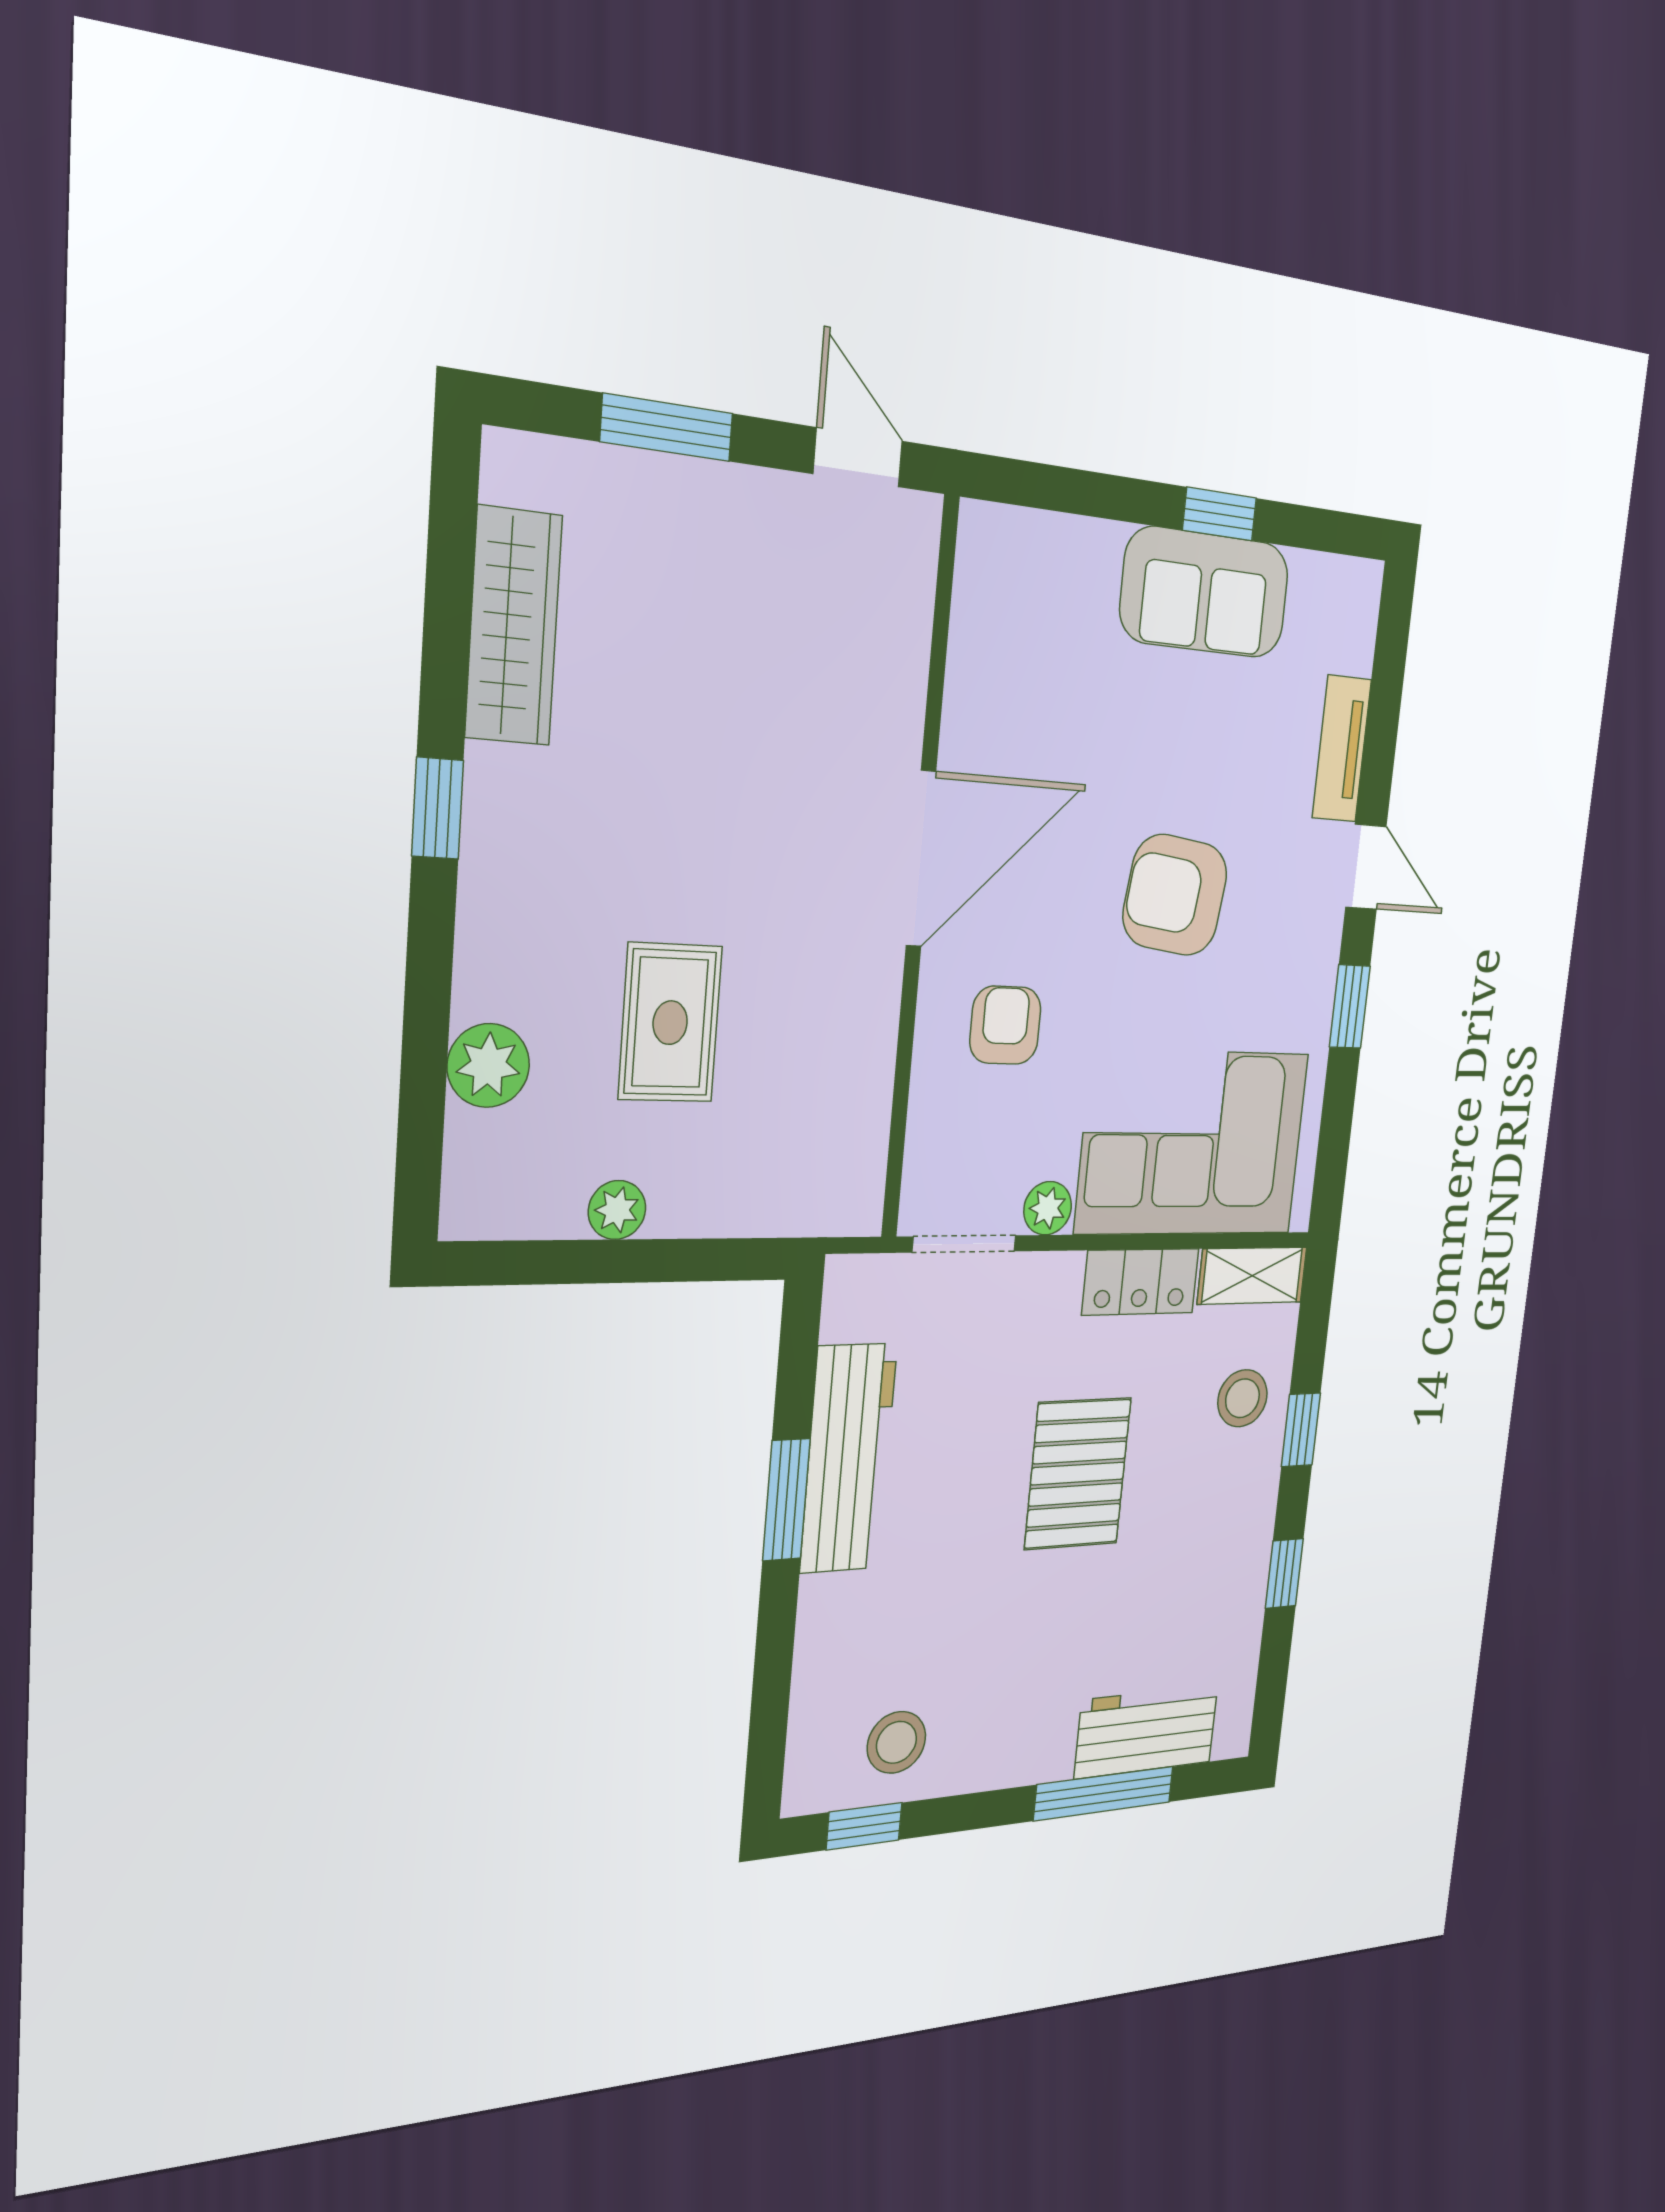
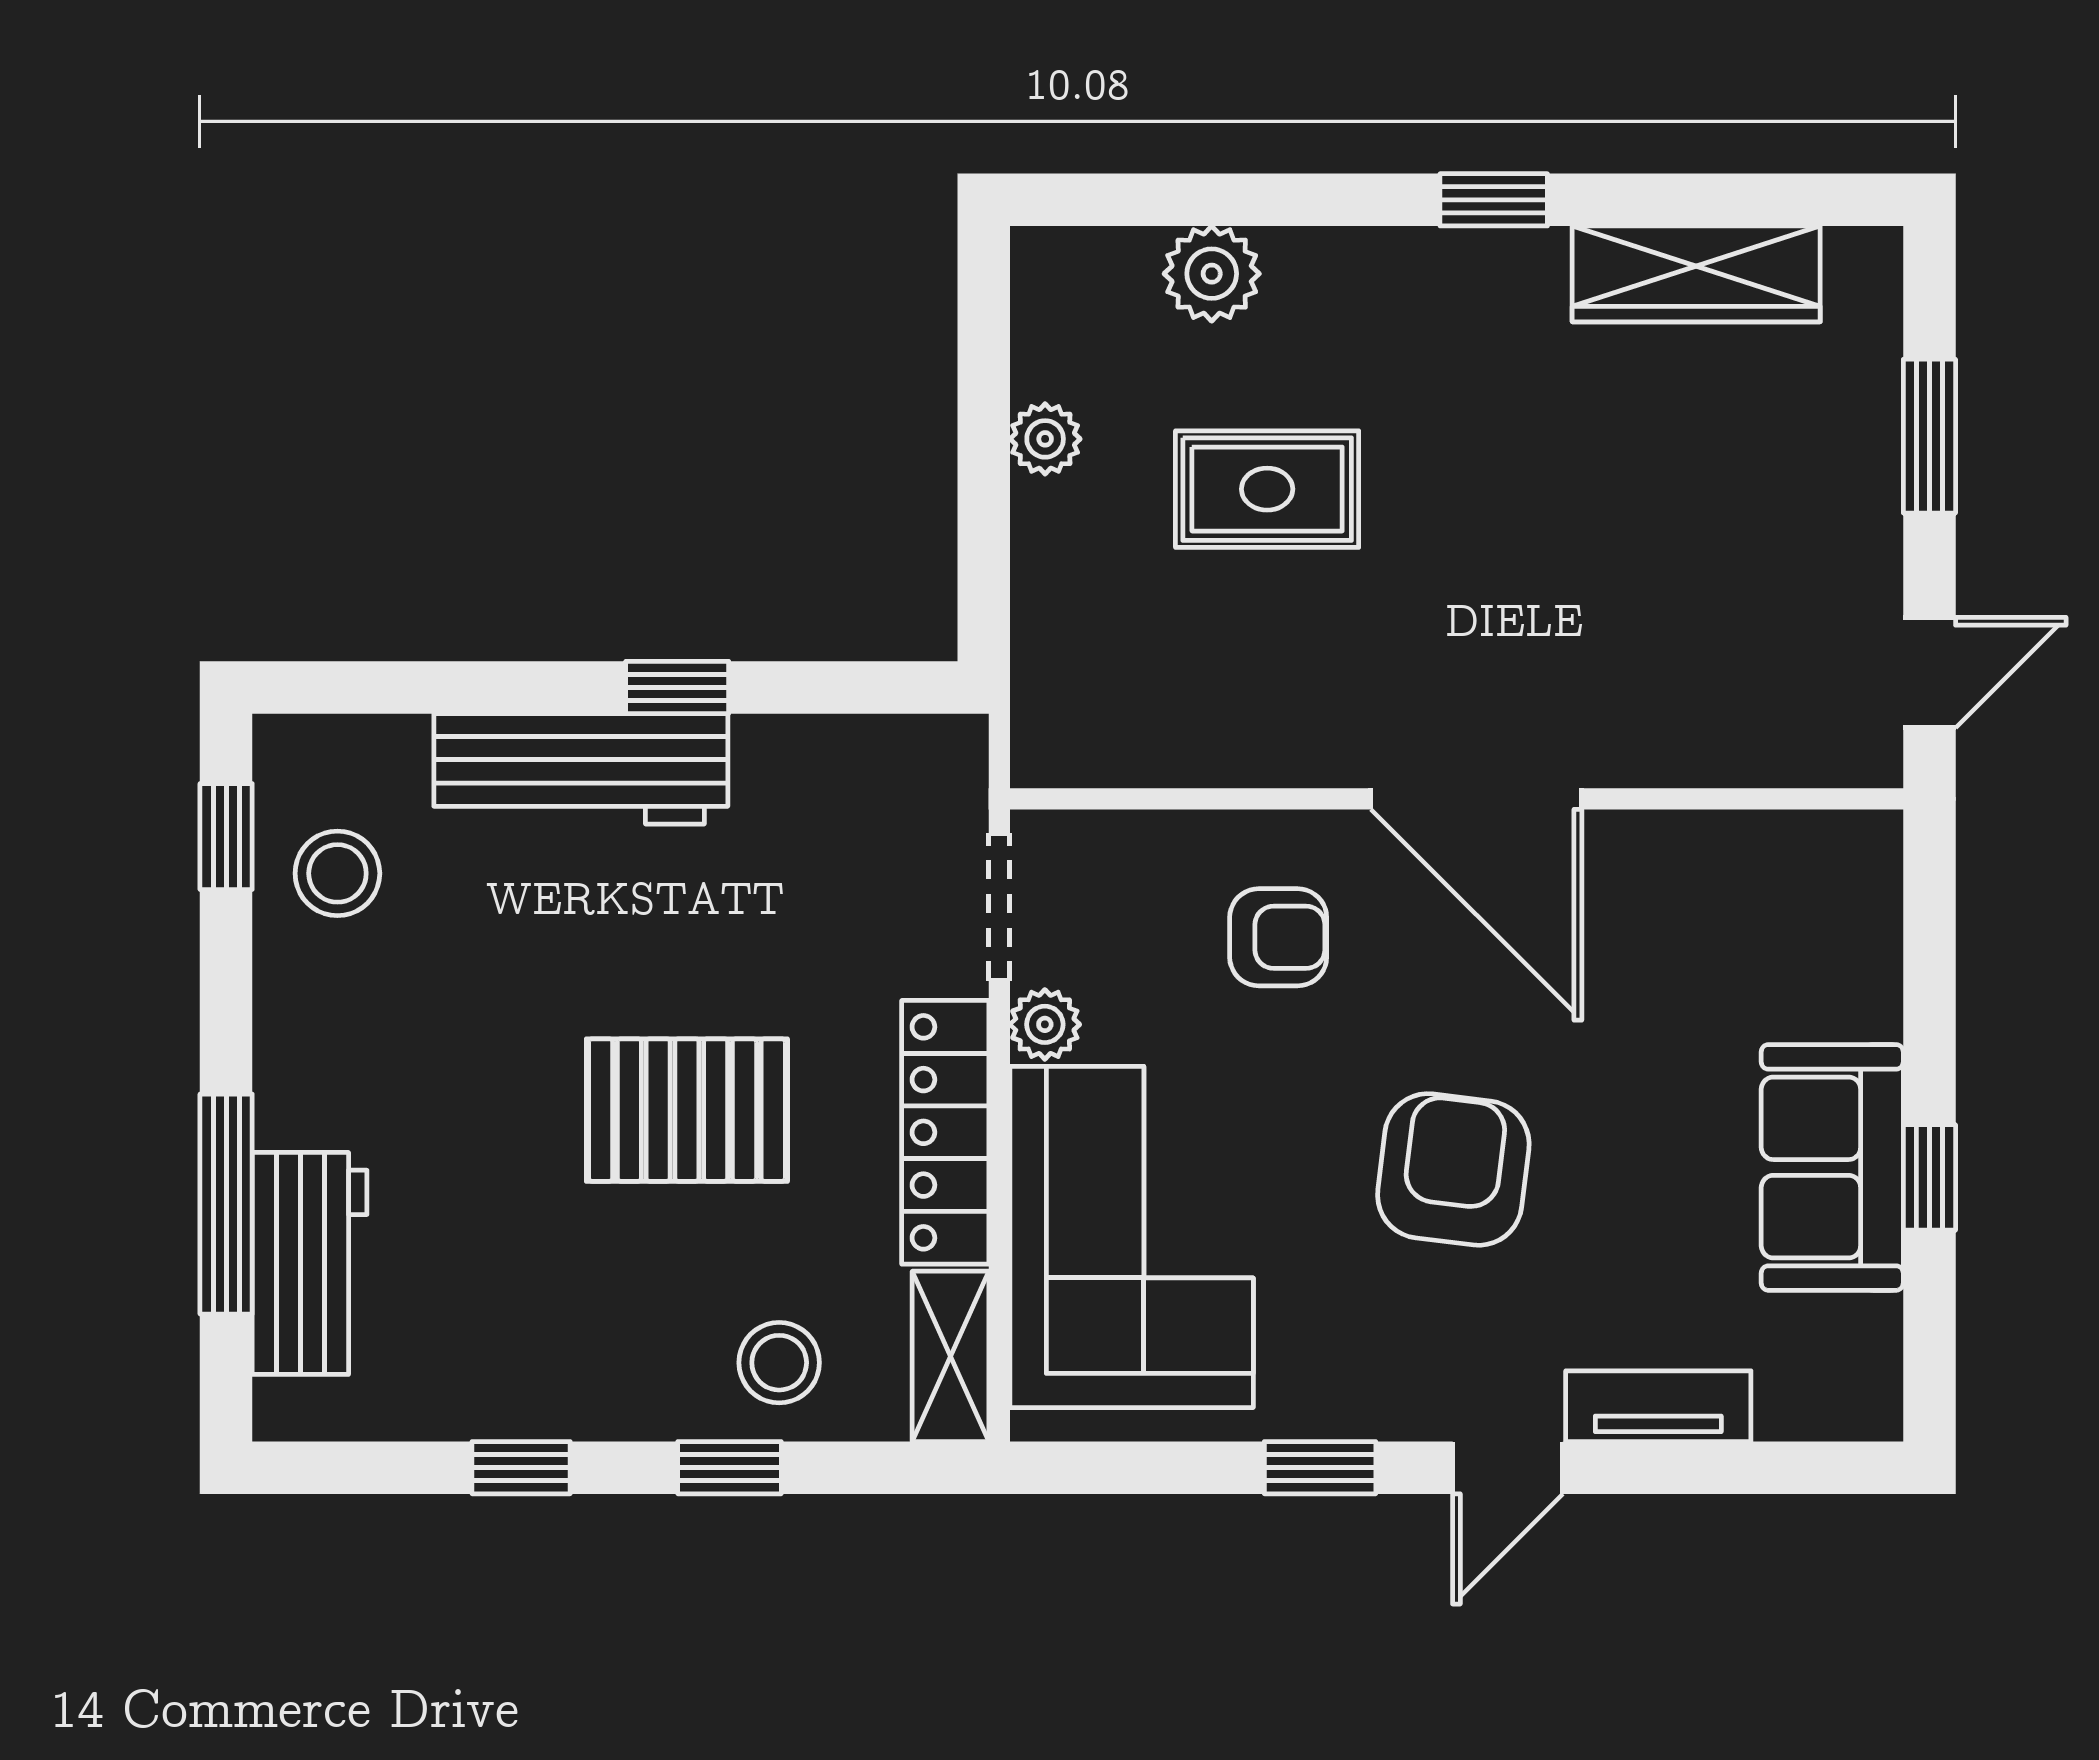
locker: (1141, 1282) -> (945, 1132), width x1.53
workbench: (848, 1458) -> (581, 769), moved
window: (786, 1500) -> (677, 687), width x0.67

